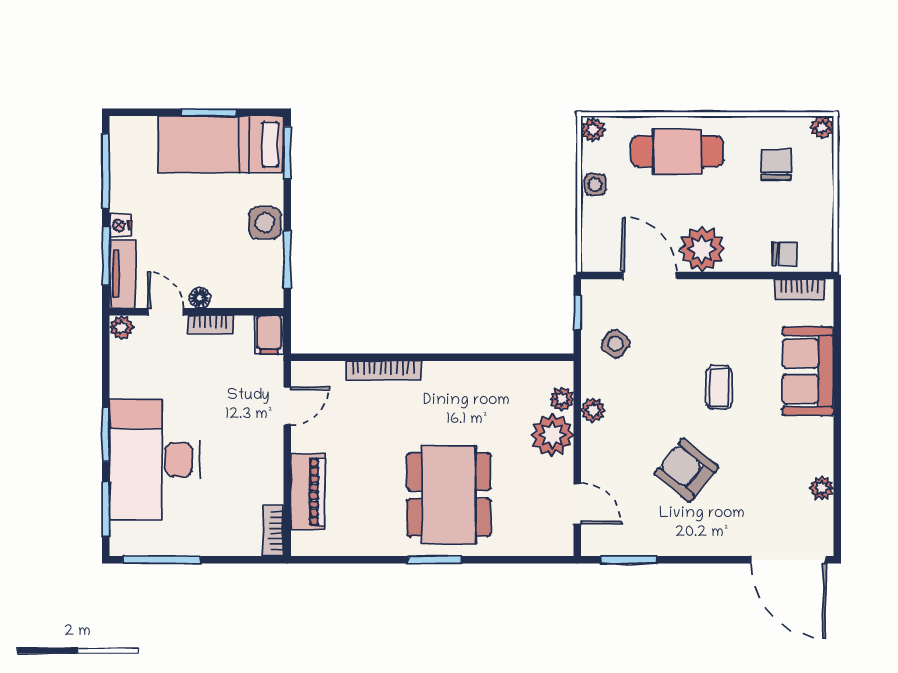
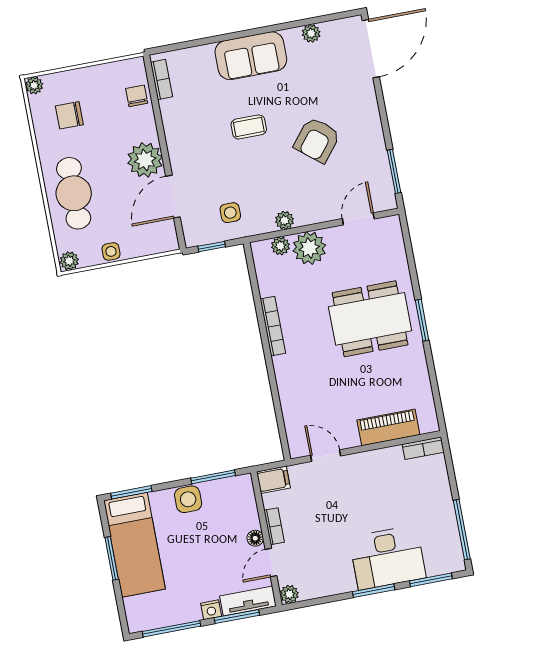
side table: (616, 344) -> (230, 213), turned -36
bookcase: (383, 370) -> (273, 326), moved
sofa: (808, 371) -> (251, 56), moved
desk: (155, 460) -> (388, 558), width x0.73, depth x0.77

